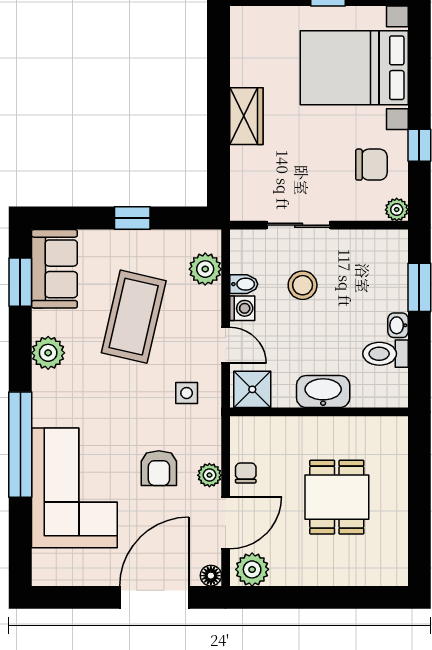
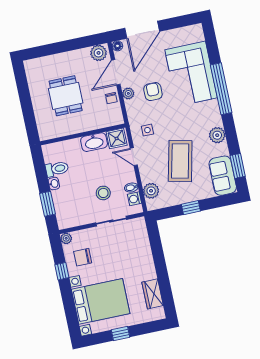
wardrobe: (246, 116) -> (153, 294), moved
washing machine: (242, 308) -> (134, 199), moved
washbasin: (323, 392) -> (94, 142), moved

